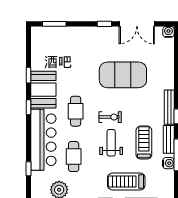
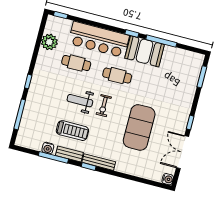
window: (29, 75) -> (161, 41), width x2.17
weight bench: (111, 143) -> (80, 101), turned 180
window: (29, 169) -> (61, 15), moved
treadmill: (126, 182) -> (41, 105), removed

